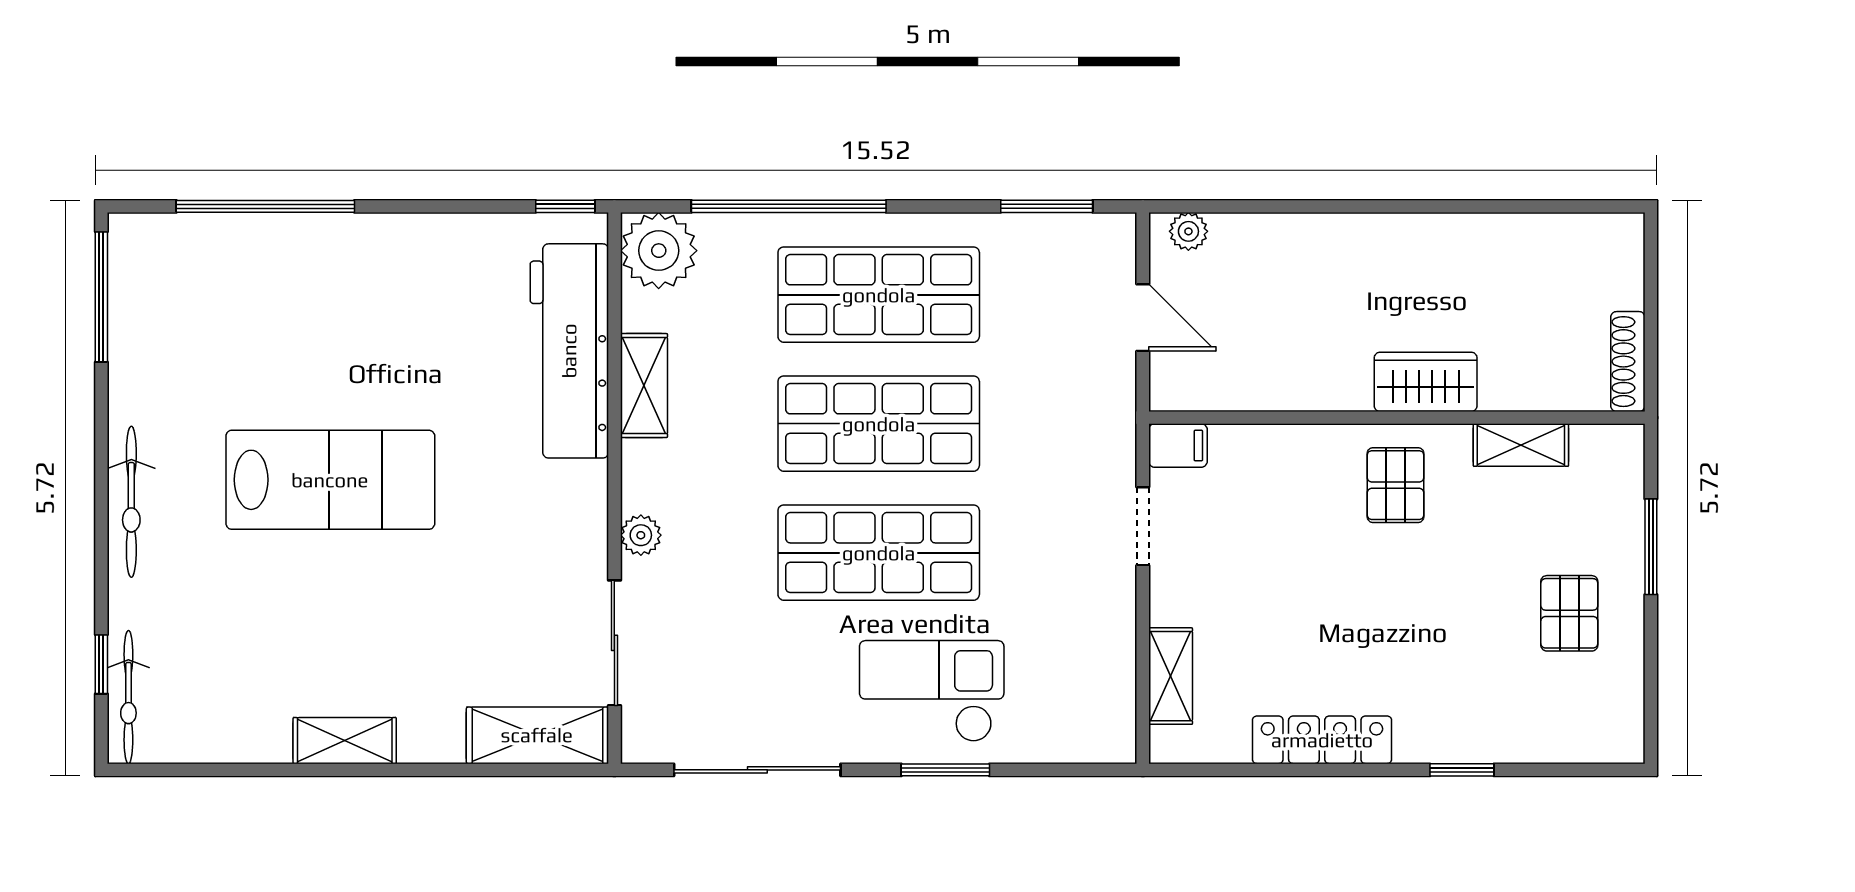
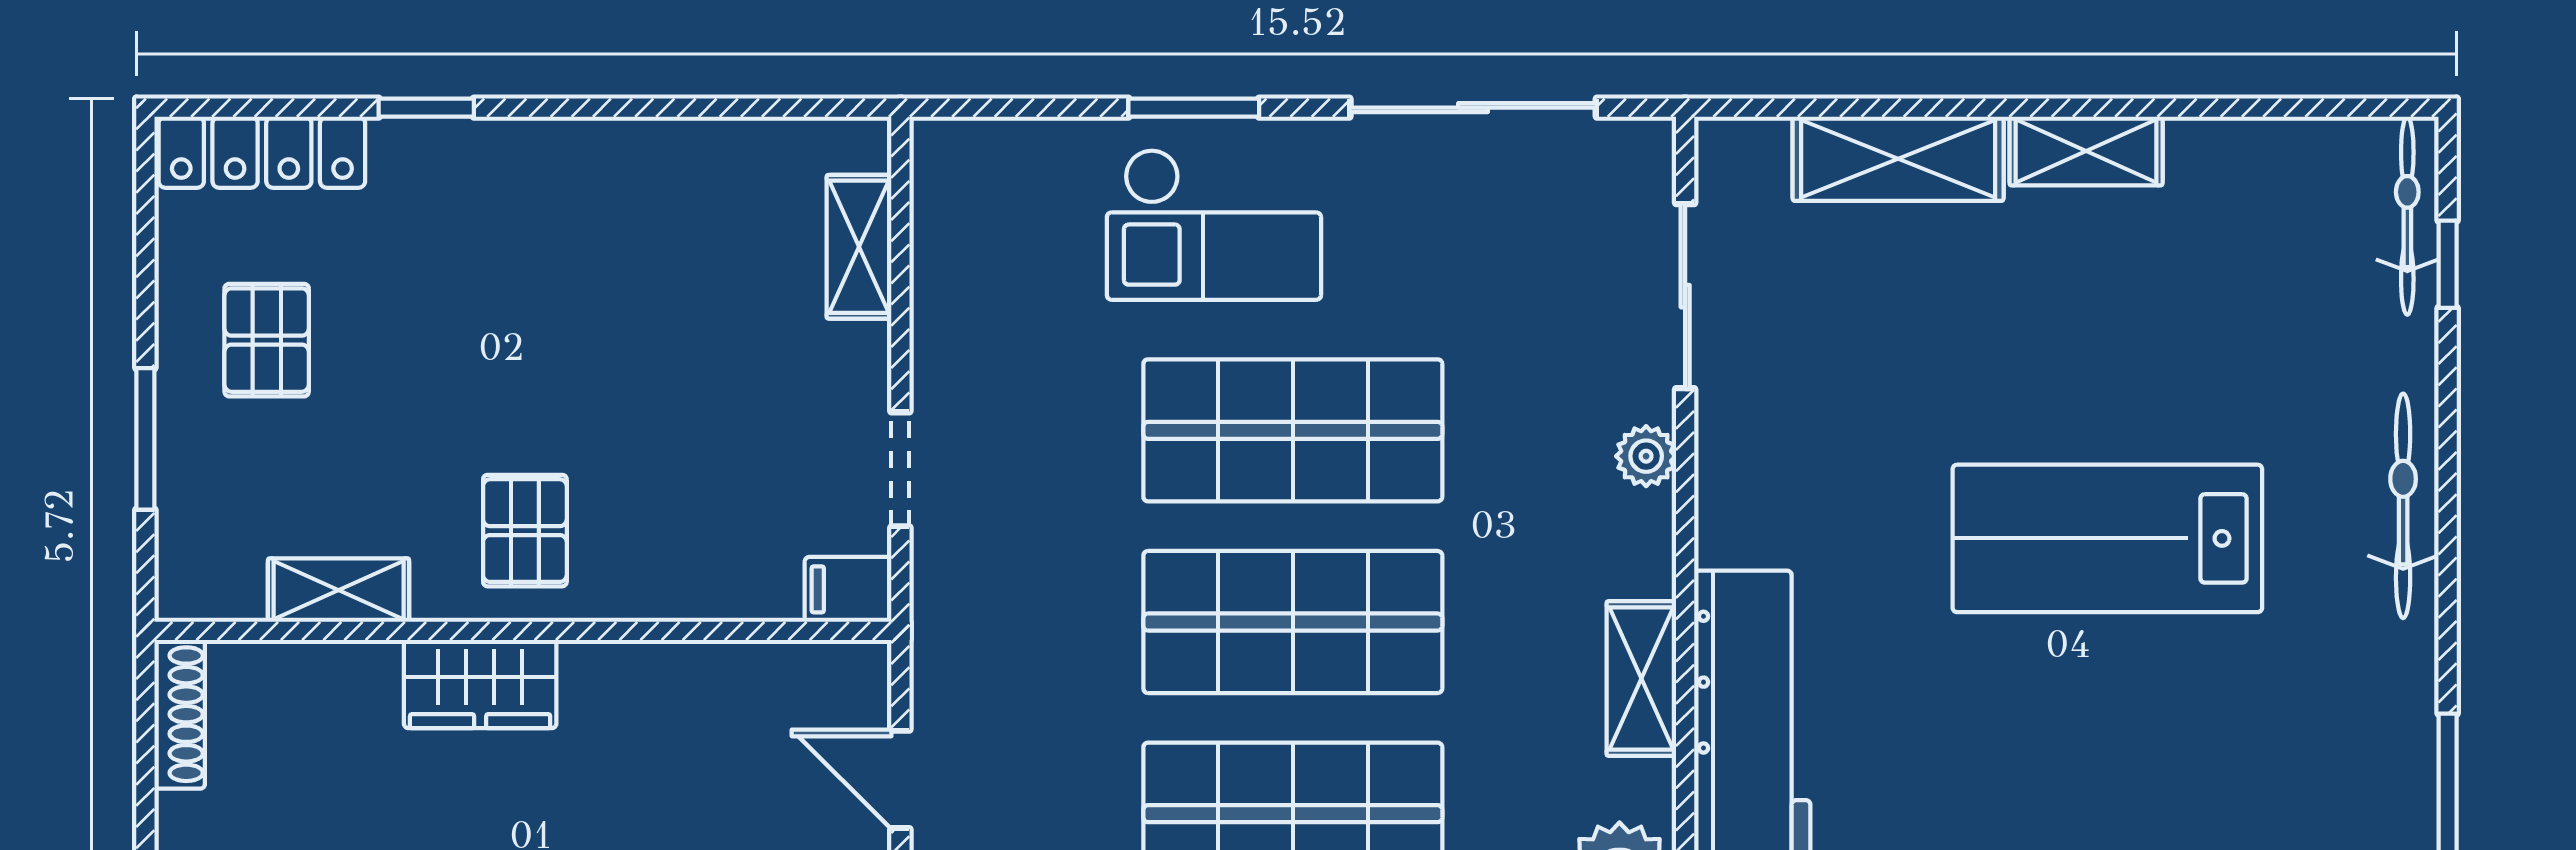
shelving: (537, 735) -> (1898, 159), moved
locker: (1322, 740) -> (262, 152), moved

